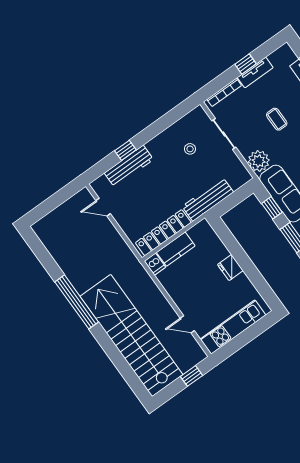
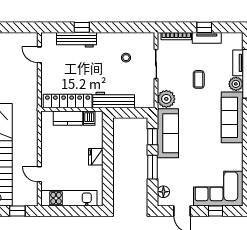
dishwasher: (155, 264) -> (89, 118), moved

